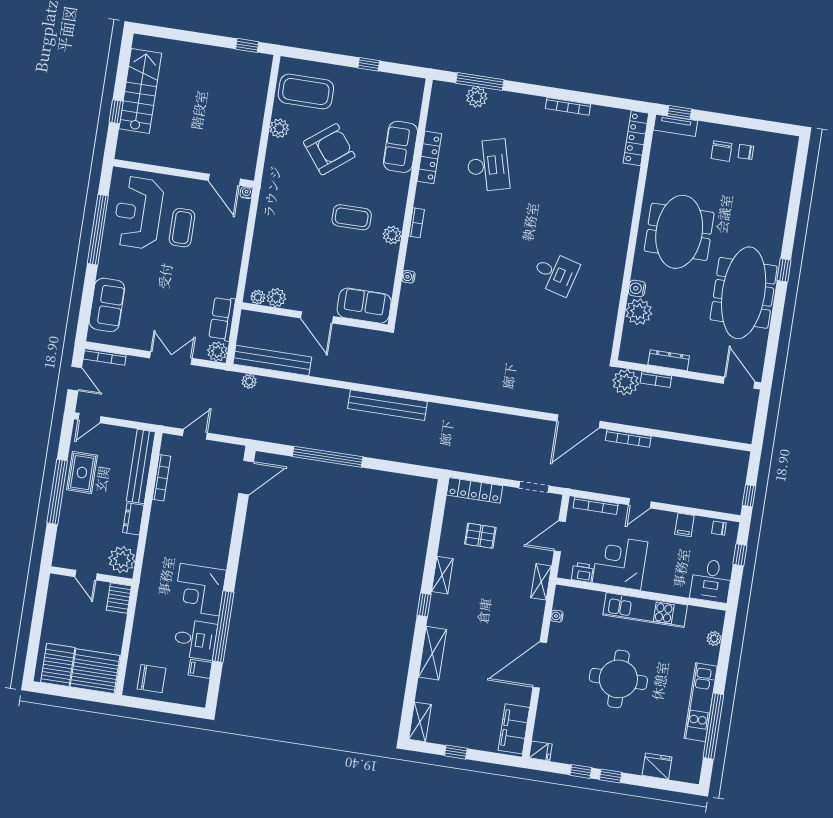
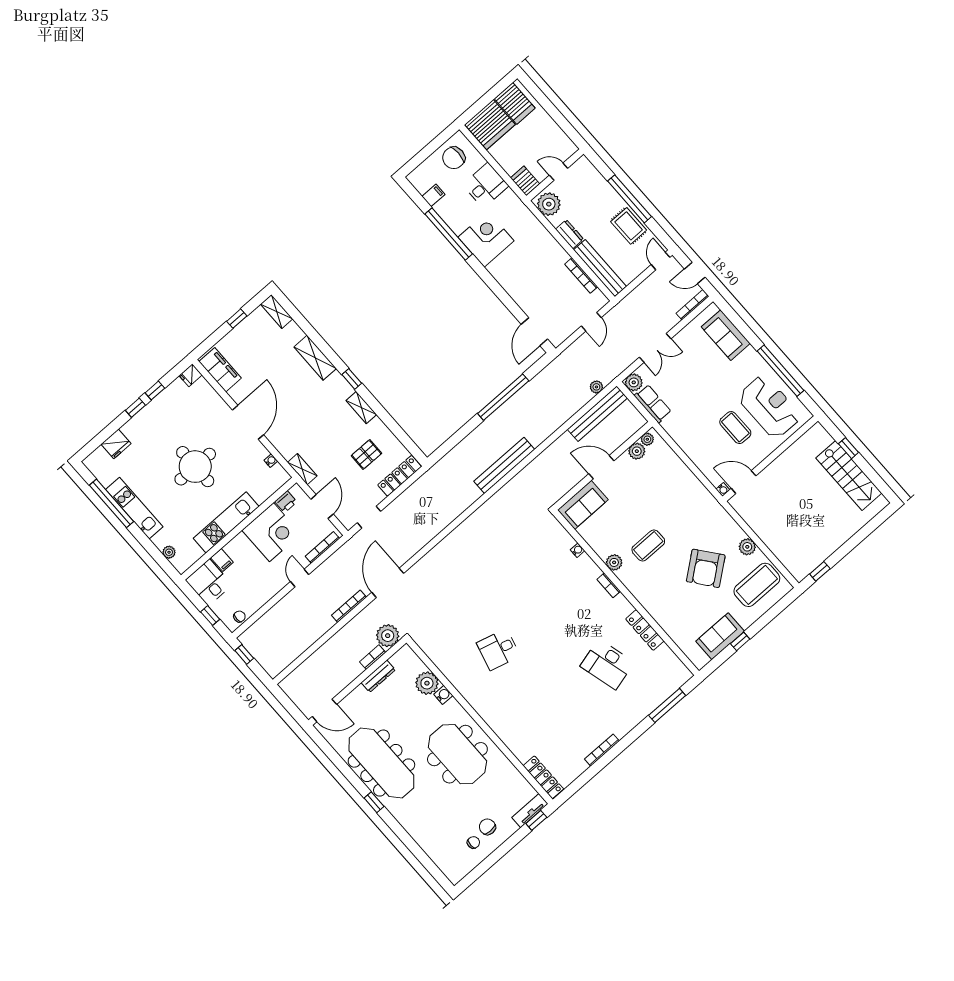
plant: (477, 97) -> (659, 695), removed
sofa: (401, 147) -> (720, 636), moved, turned -90
filing cabinet: (684, 525) -> (222, 560), moved, turned 180
desk: (195, 640) -> (486, 185), moved, turned 180

